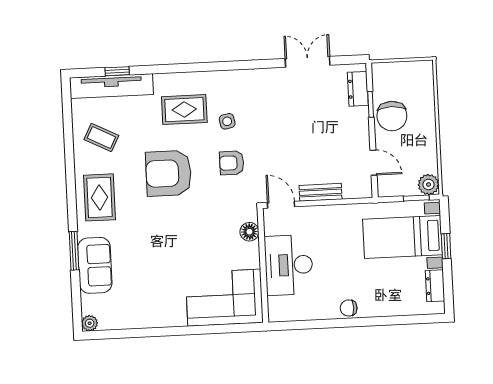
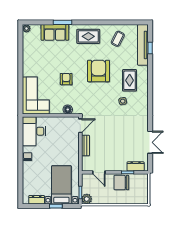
armchair: (232, 163) -> (66, 79), moved
door: (373, 163) -> (99, 172), hinge flipped
desk: (289, 265) -> (34, 131), moved, turned -90

